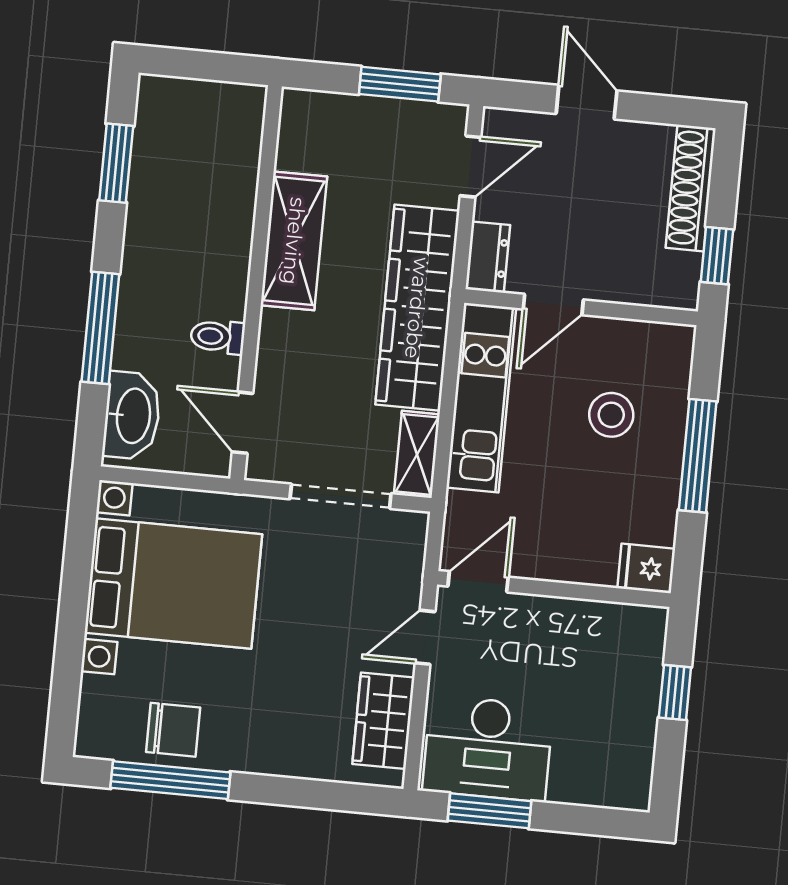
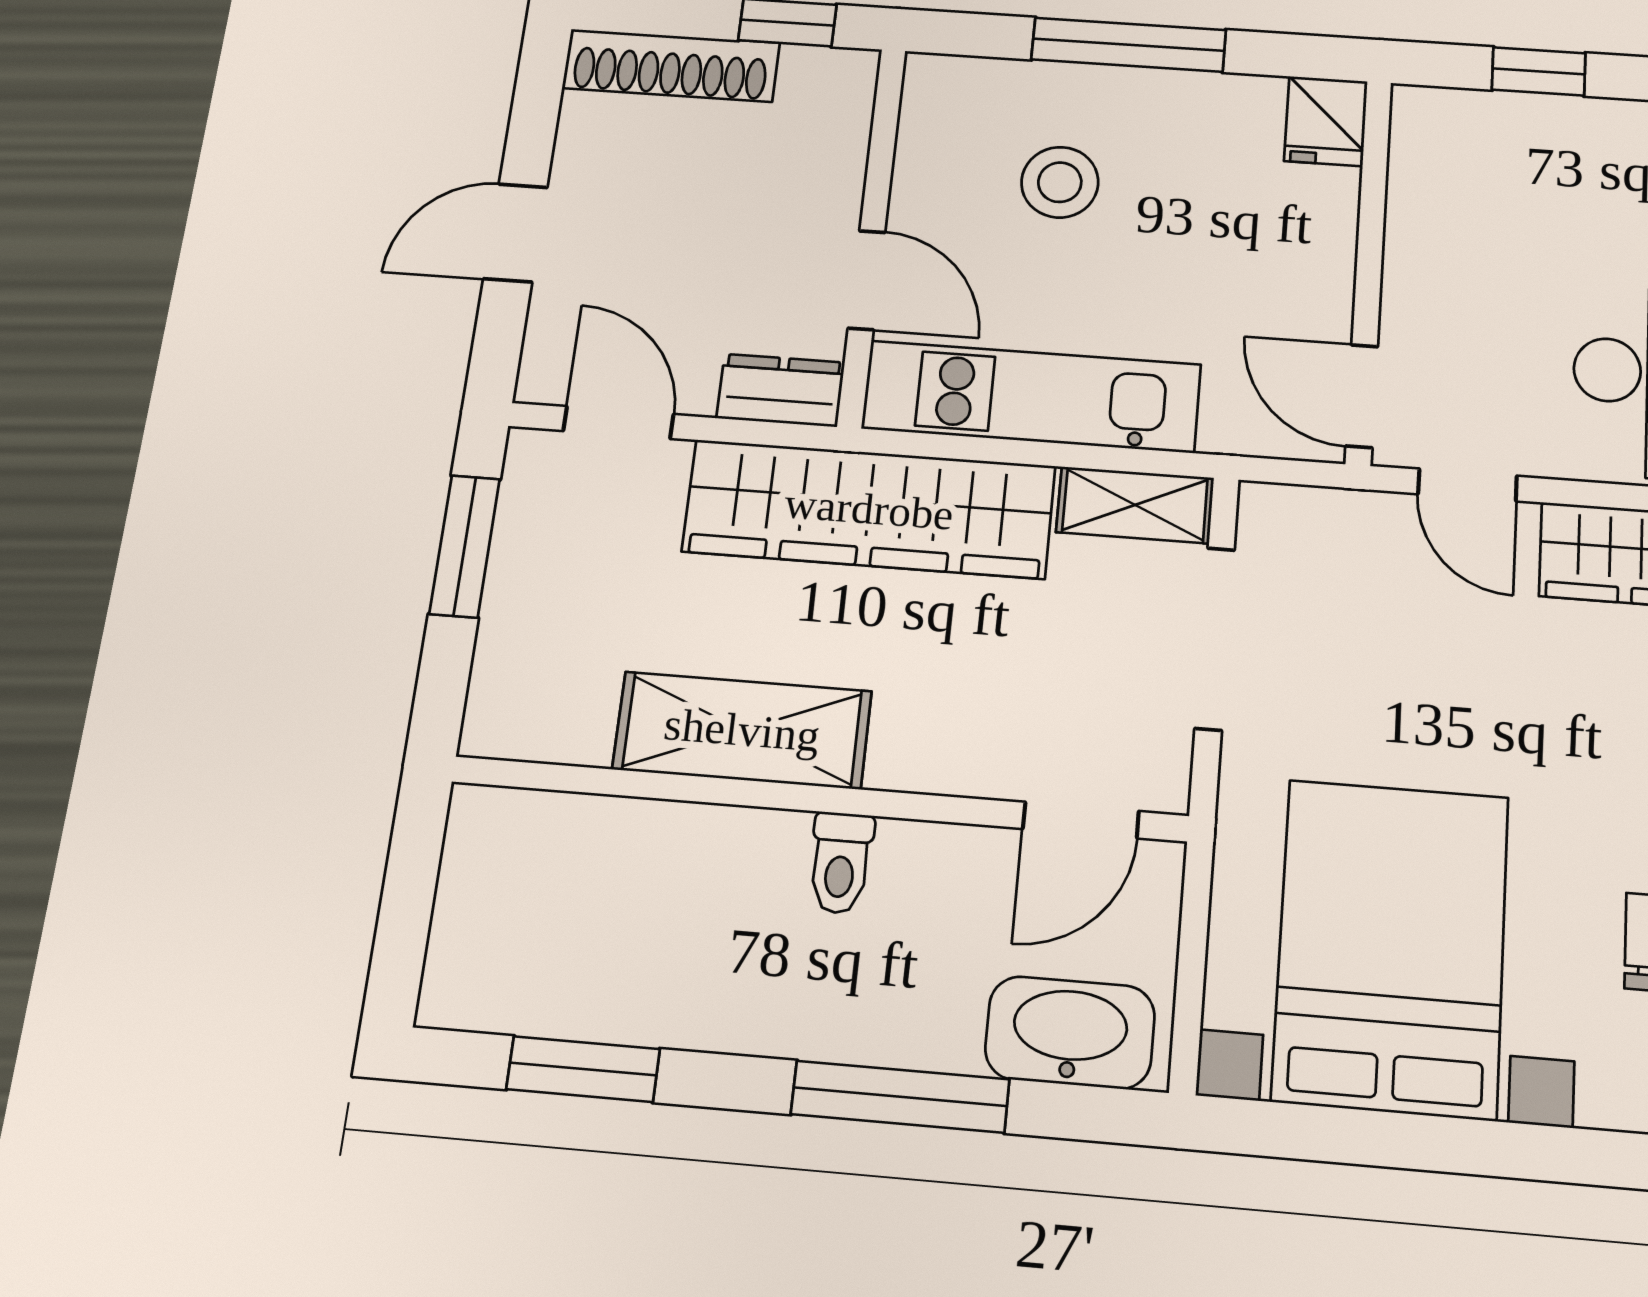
toilet: (218, 337) -> (841, 863), moved

